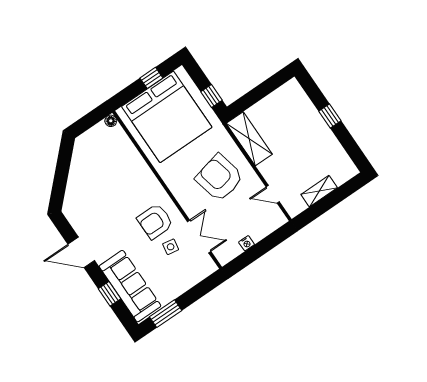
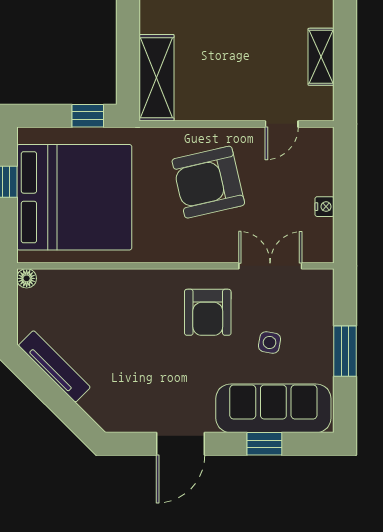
shelving: (249, 139) -> (157, 78), moved, turned 90
tv unit: (77, 164) -> (54, 366), added
side table: (171, 247) -> (269, 342), moved
window: (166, 314) -> (345, 351), moved

